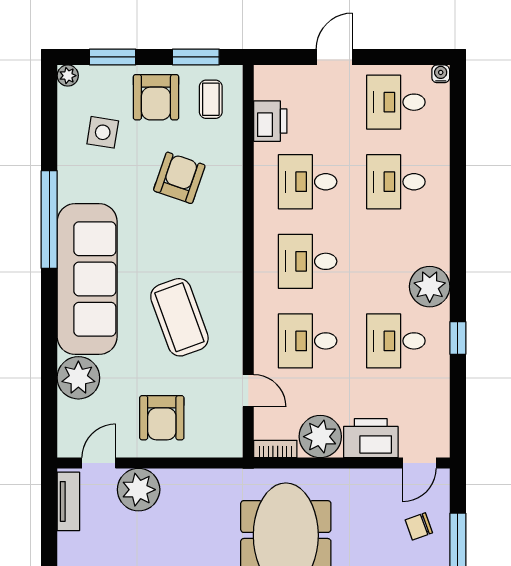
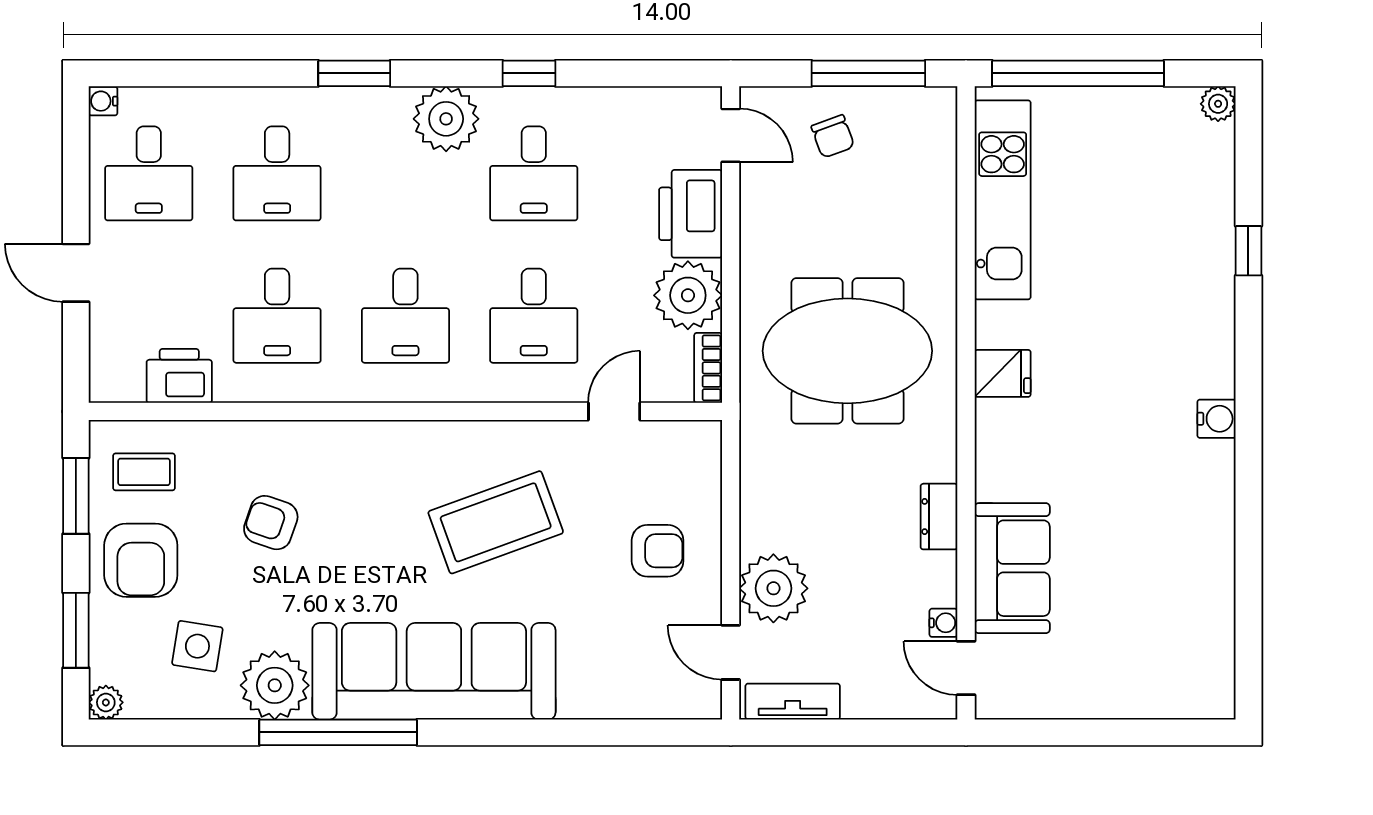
armchair: (156, 97) -> (141, 560), turned 90
armchair: (179, 178) -> (271, 523), width x0.72, depth x0.72
window: (458, 230) -> (354, 73), added
plant: (78, 378) -> (275, 685), moved
armchair: (162, 418) -> (658, 551), width x0.72, depth x0.72

